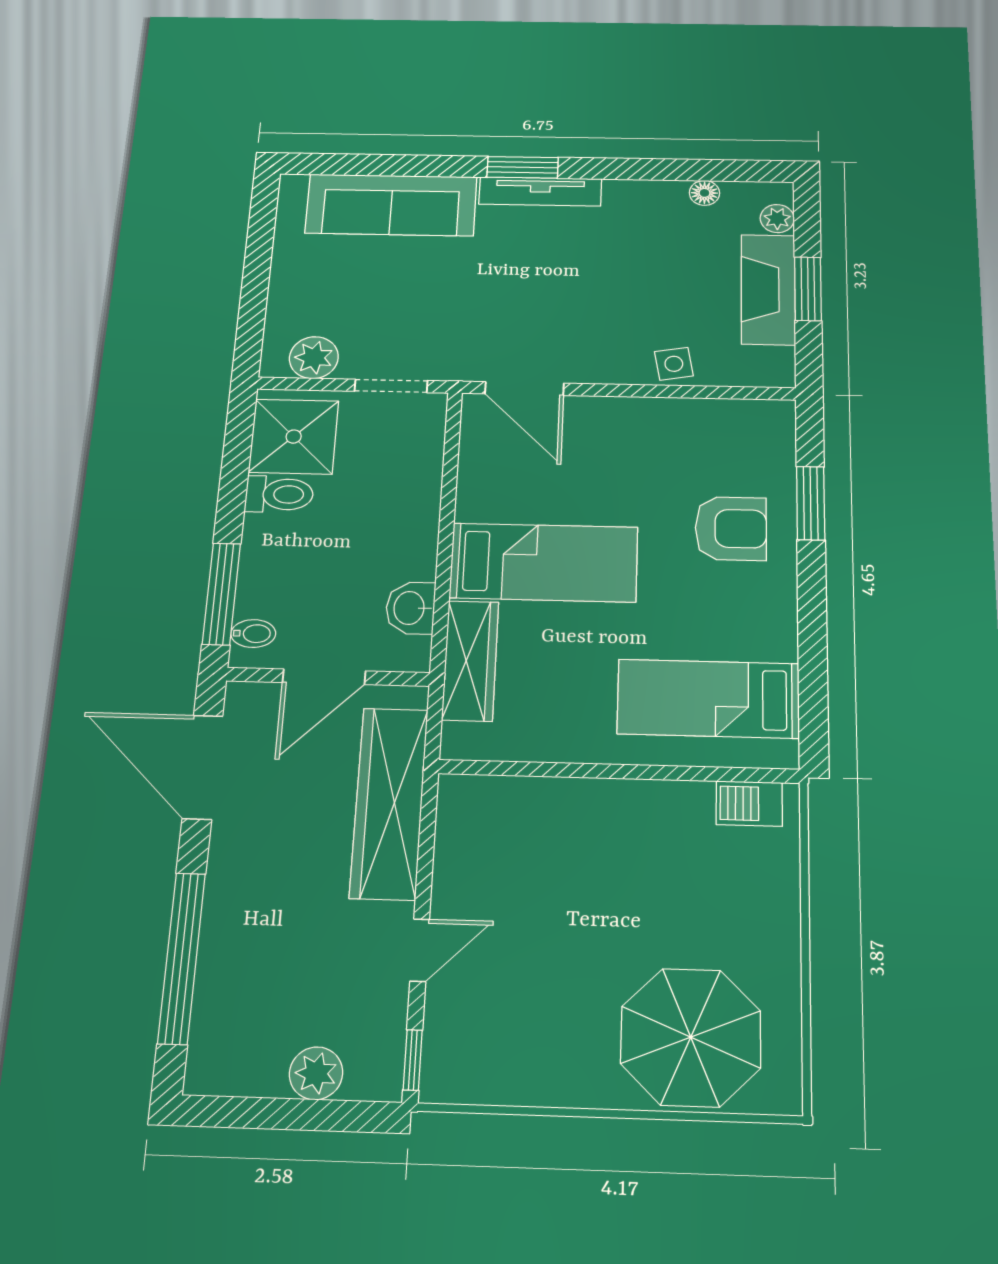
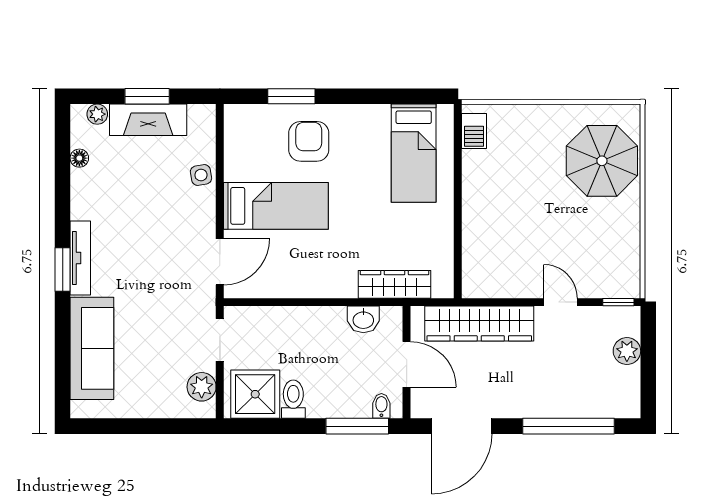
bed: (544, 562) -> (276, 206), moved, turned 90

